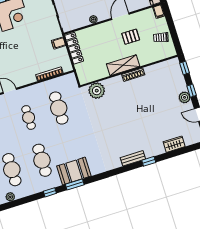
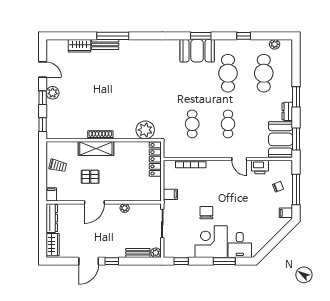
chair: (23, 37) -> (206, 213), added
locker: (74, 48) -> (155, 159), moved
shelving: (123, 65) -> (96, 148), moved
cafe table: (59, 108) -> (192, 124), width x0.73, depth x0.74
bench: (133, 158) -> (105, 44), moved
window: (149, 161) -> (113, 36), width x2.17
window: (50, 192) -> (244, 36), moved

